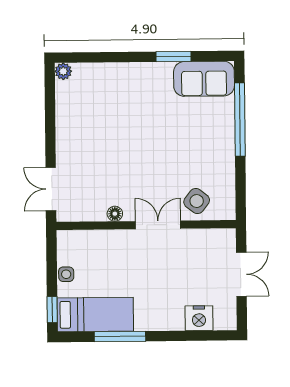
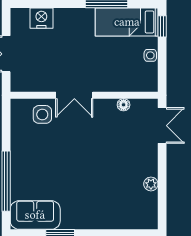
plant: (63, 71) -> (151, 184), moved
side table: (197, 201) -> (42, 114), turned -38
floor lamp: (115, 214) -> (124, 105), moved

